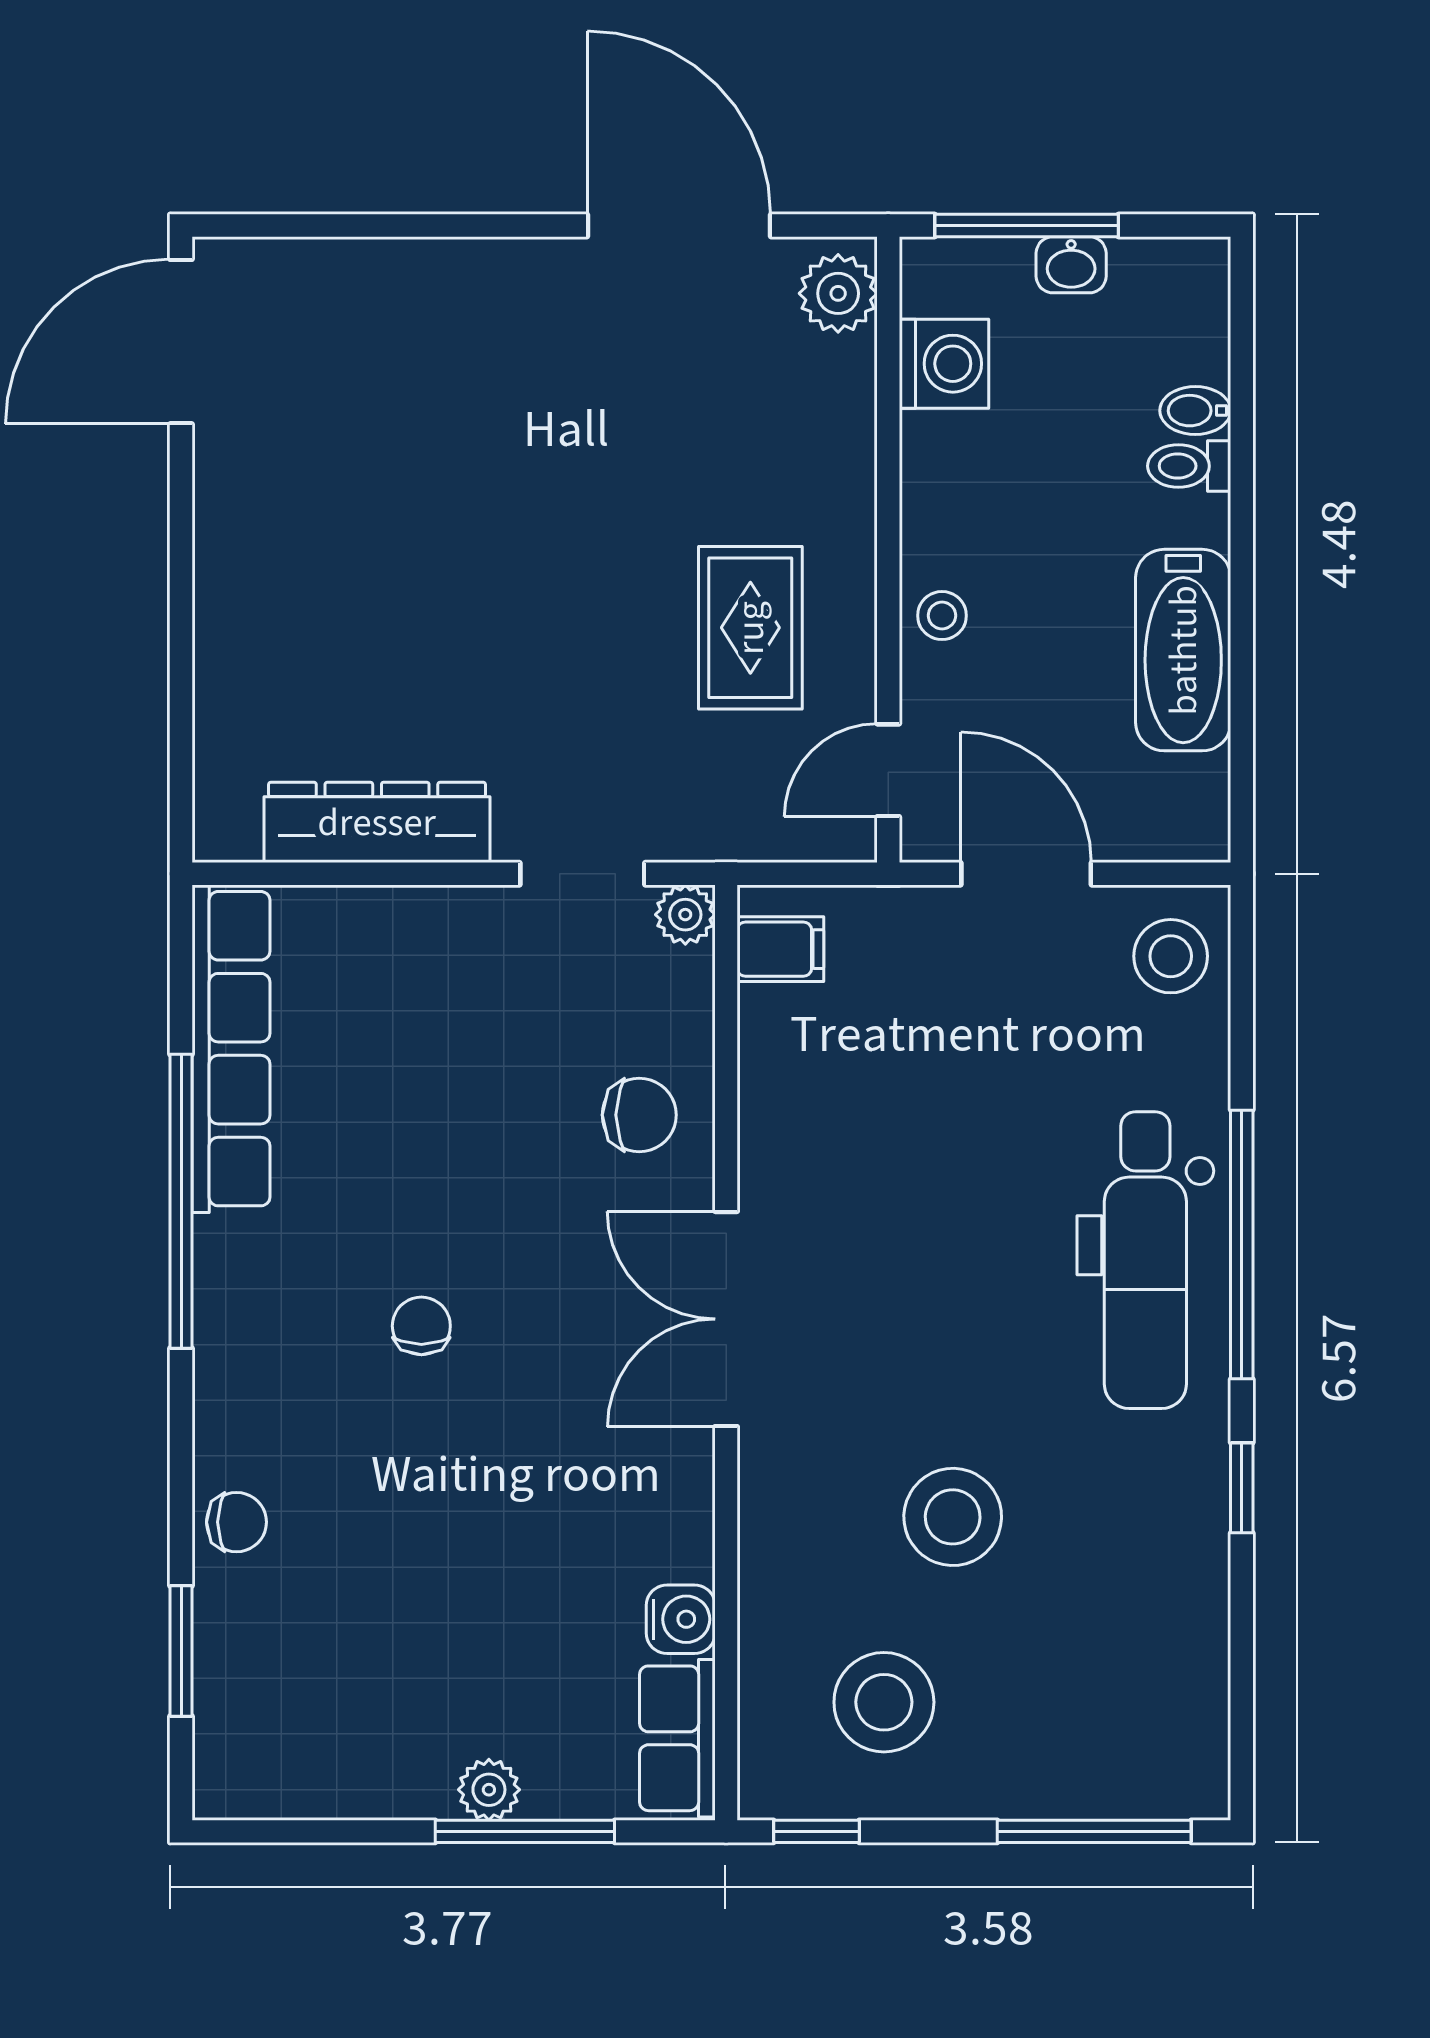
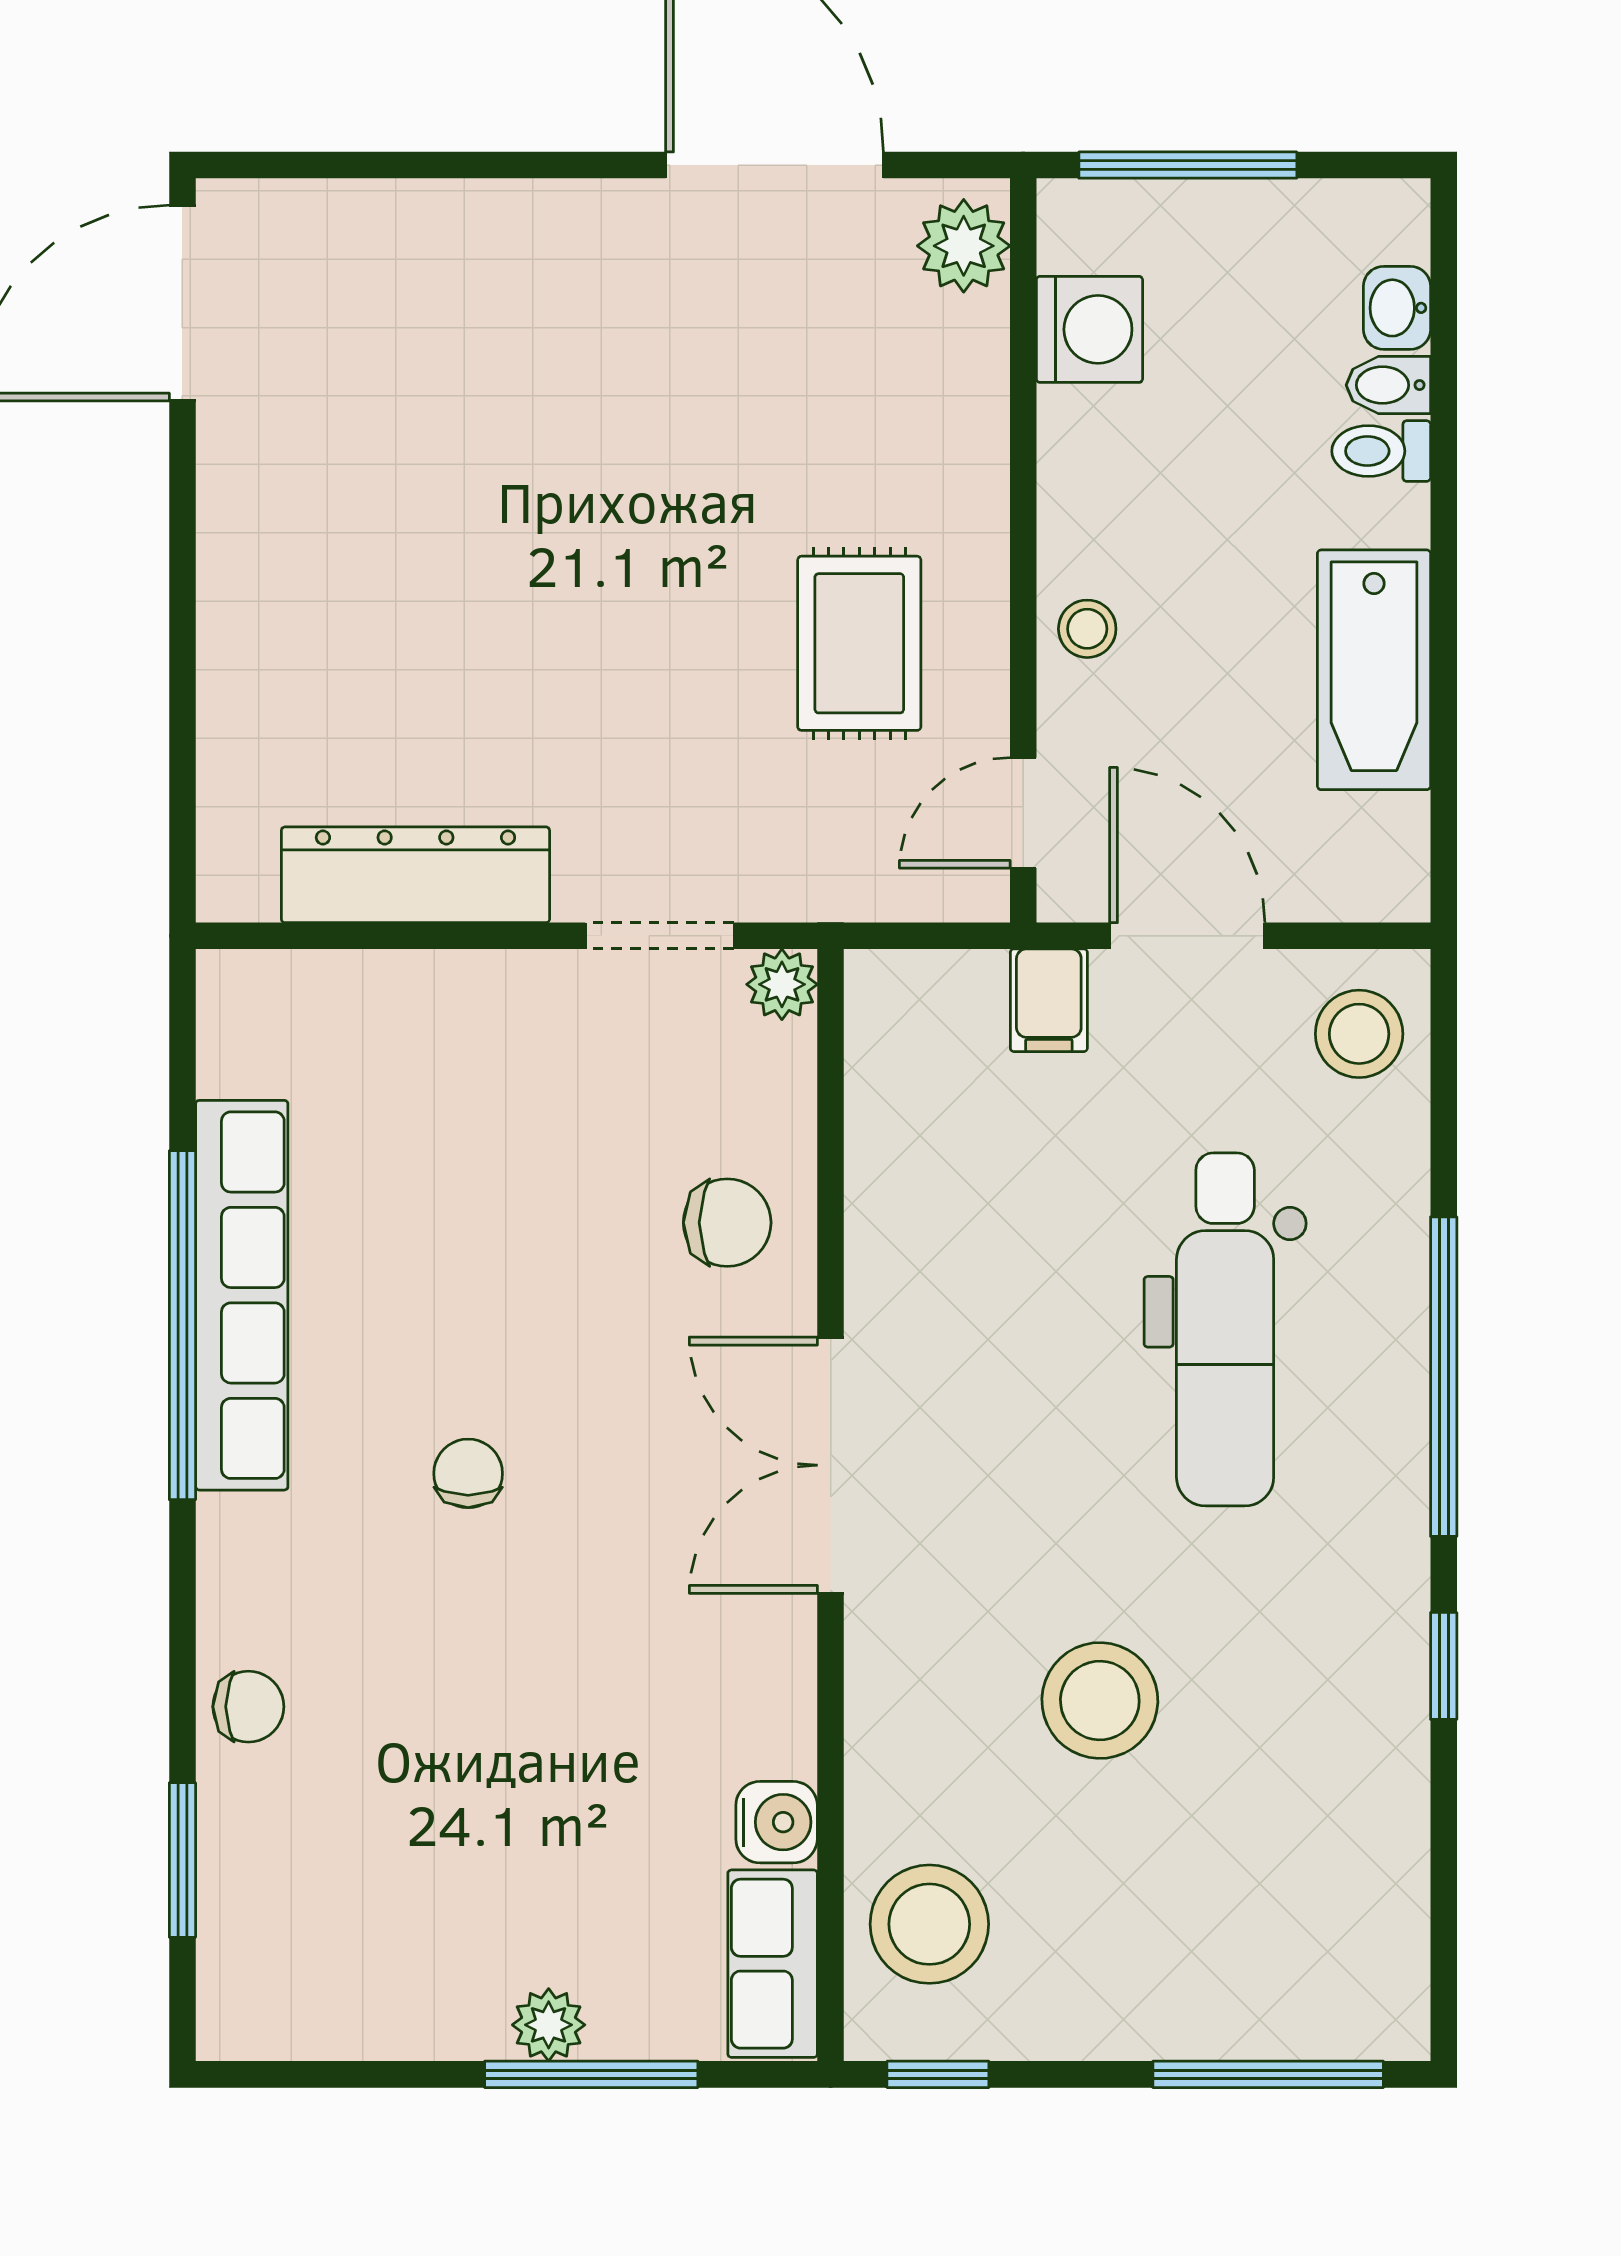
washbasin: (1071, 265) -> (1397, 308), moved, turned 90
filing cabinet: (780, 949) -> (1049, 1000), moved, turned 90
row of seats: (231, 1049) -> (242, 1295), moved
dental chair: (1145, 1260) -> (1225, 1329), moved
stool: (884, 1702) -> (929, 1924), moved

